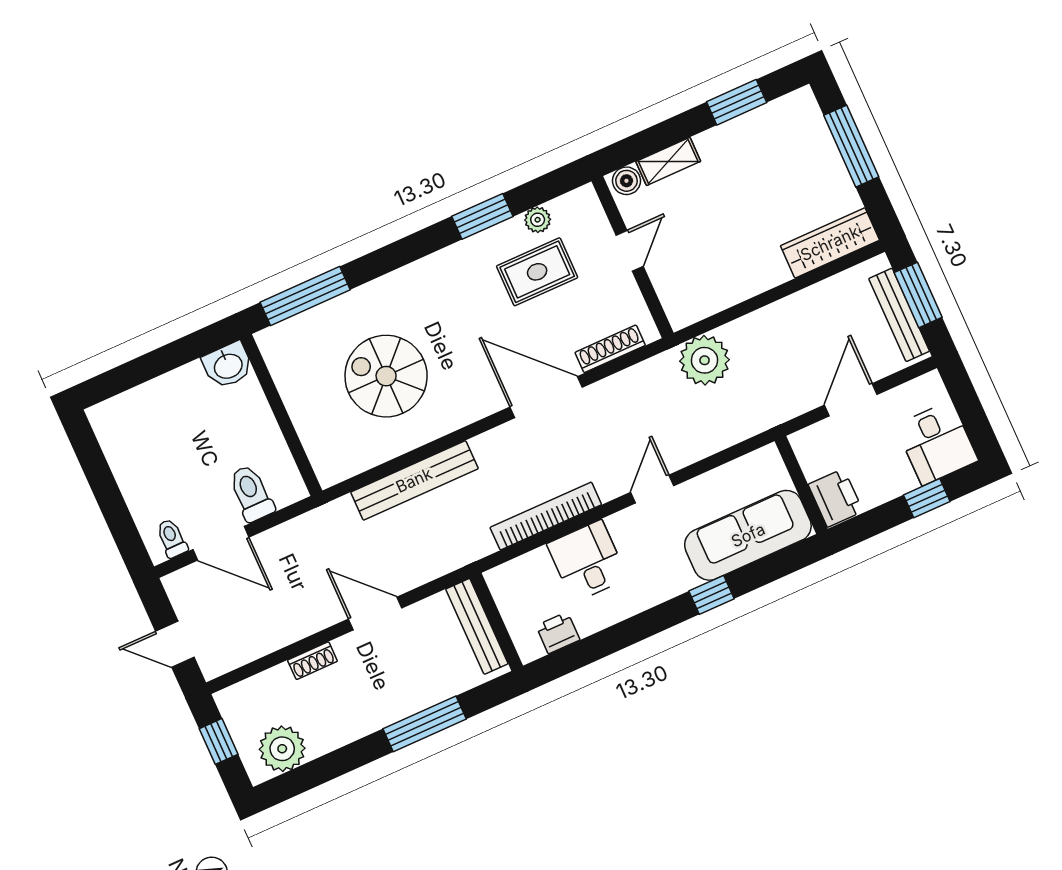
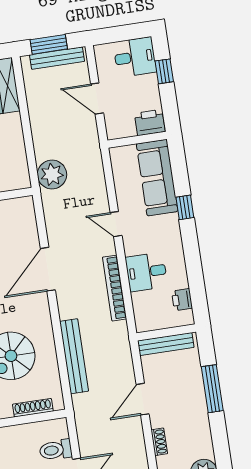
shoe rack: (610, 349) -> (33, 408), moved, turned 90

